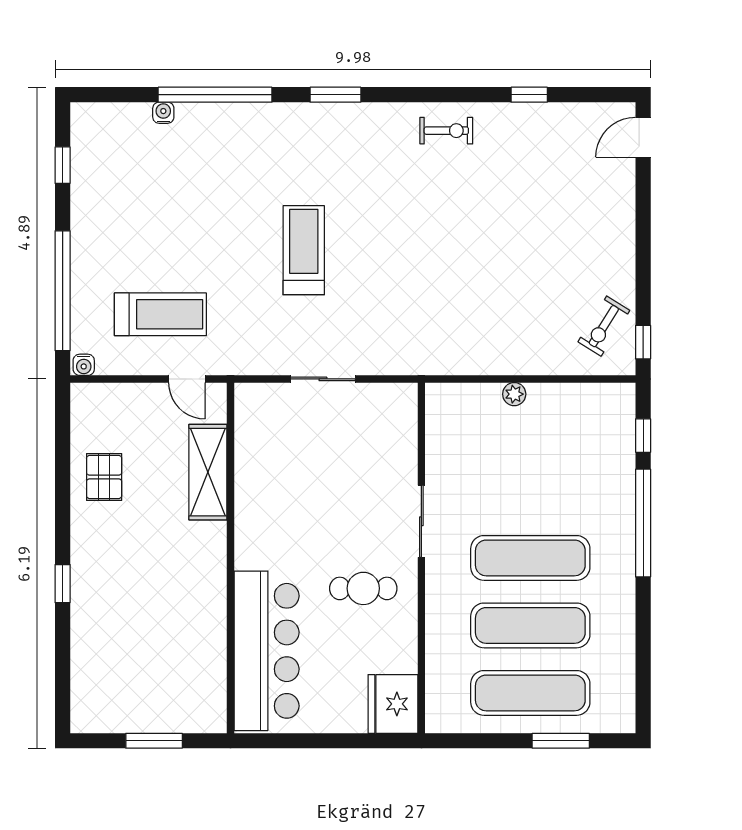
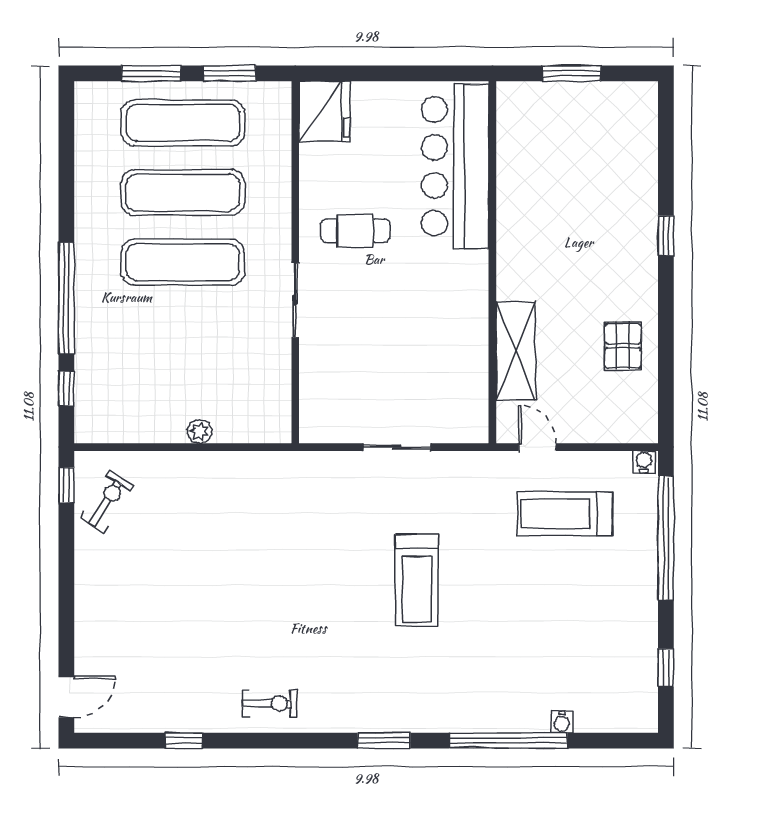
exercise bike: (446, 131) -> (270, 704), turned 180
window: (485, 741) -> (229, 73), added

